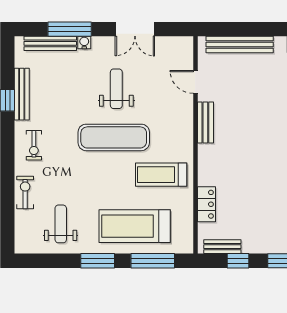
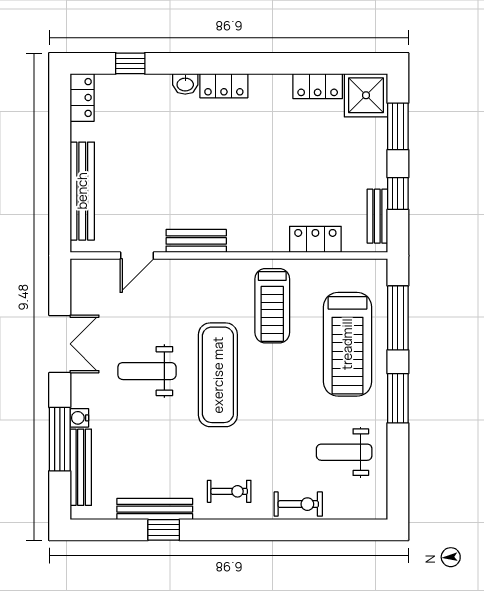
exercise bike: (25, 192) -> (298, 504), turned 180

